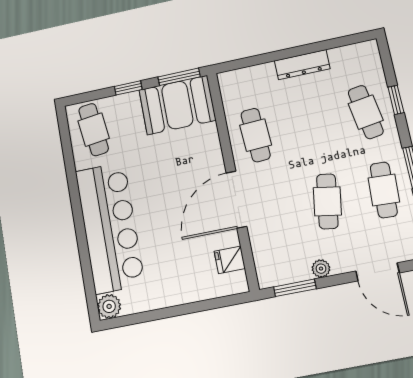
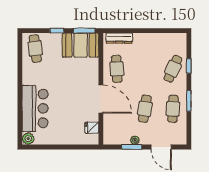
dresser: (302, 65) -> (119, 38), moved
cafe table: (366, 112) -> (173, 69), turned 33
door: (236, 200) -> (101, 99), swing flipped
bar counter: (110, 227) -> (35, 108), width x0.73
window: (295, 288) -> (132, 147), moved

